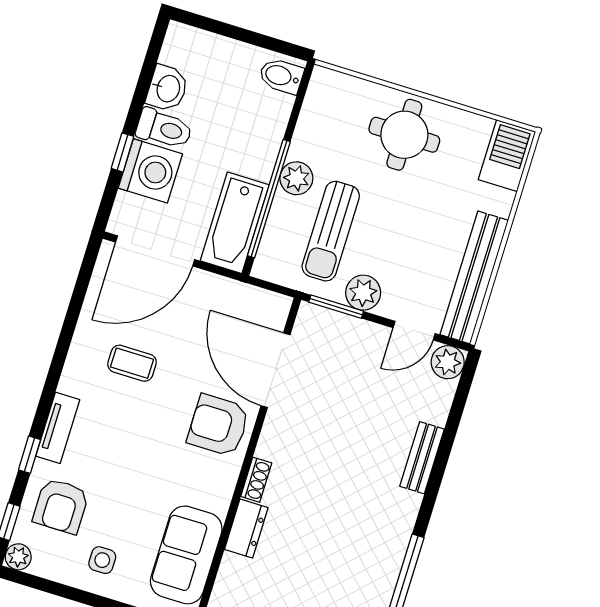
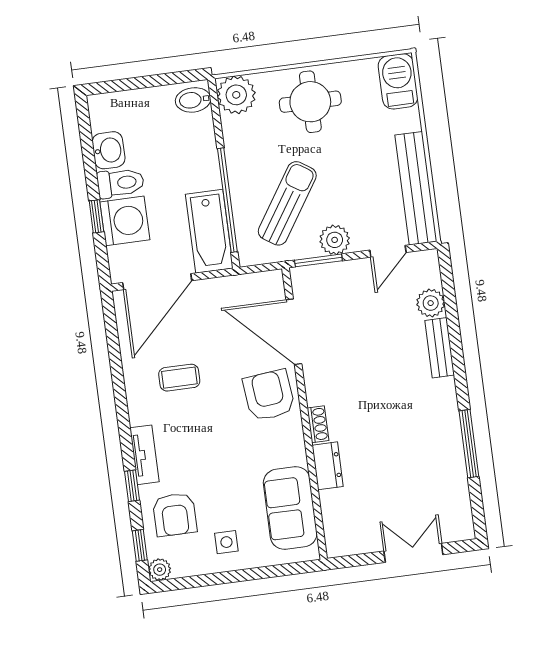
plant: (296, 178) -> (236, 95), moved, width x1.36, depth x1.36
sun lounger: (331, 231) -> (287, 203), turned -147
plant: (448, 362) -> (431, 303), moved
armchair: (218, 425) -> (269, 395), turned 84

